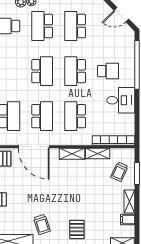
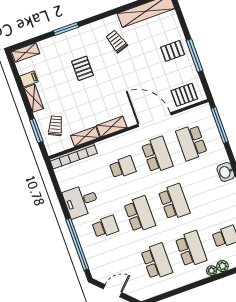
school desk: (42, 71) -> (174, 202), turned 180
school desk: (108, 71) -> (105, 227), turned 180
school desk: (42, 116) -> (157, 155), turned 180
school desk: (75, 116) -> (123, 167), width x0.54
pallet: (77, 229) -> (82, 68), moved

